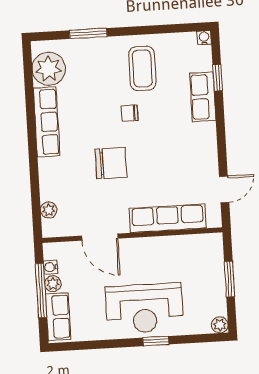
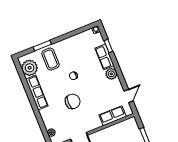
coffee table: (142, 68) -> (50, 59), moved
plant: (205, 134) -> (111, 74), added
row of seats: (168, 218) -> (113, 116), width x0.68

